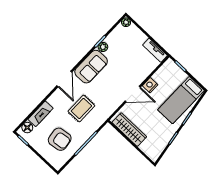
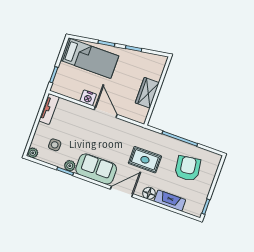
side table: (125, 42) -> (55, 145), added
floor lamp: (27, 128) -> (149, 193), moved
wardrobe: (129, 130) -> (147, 93), width x0.67

